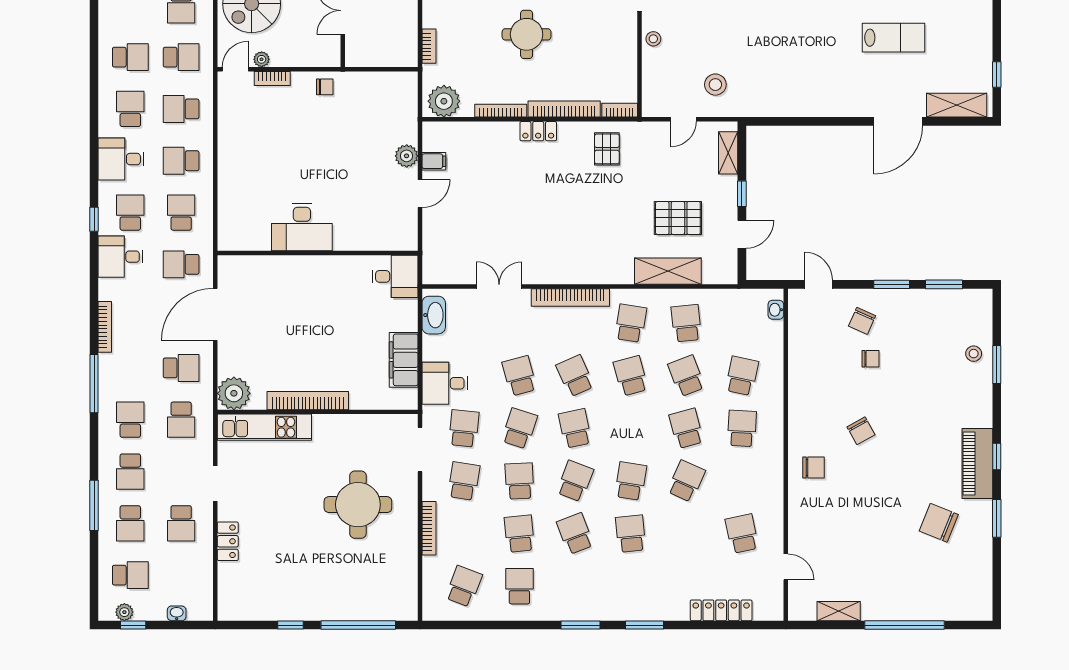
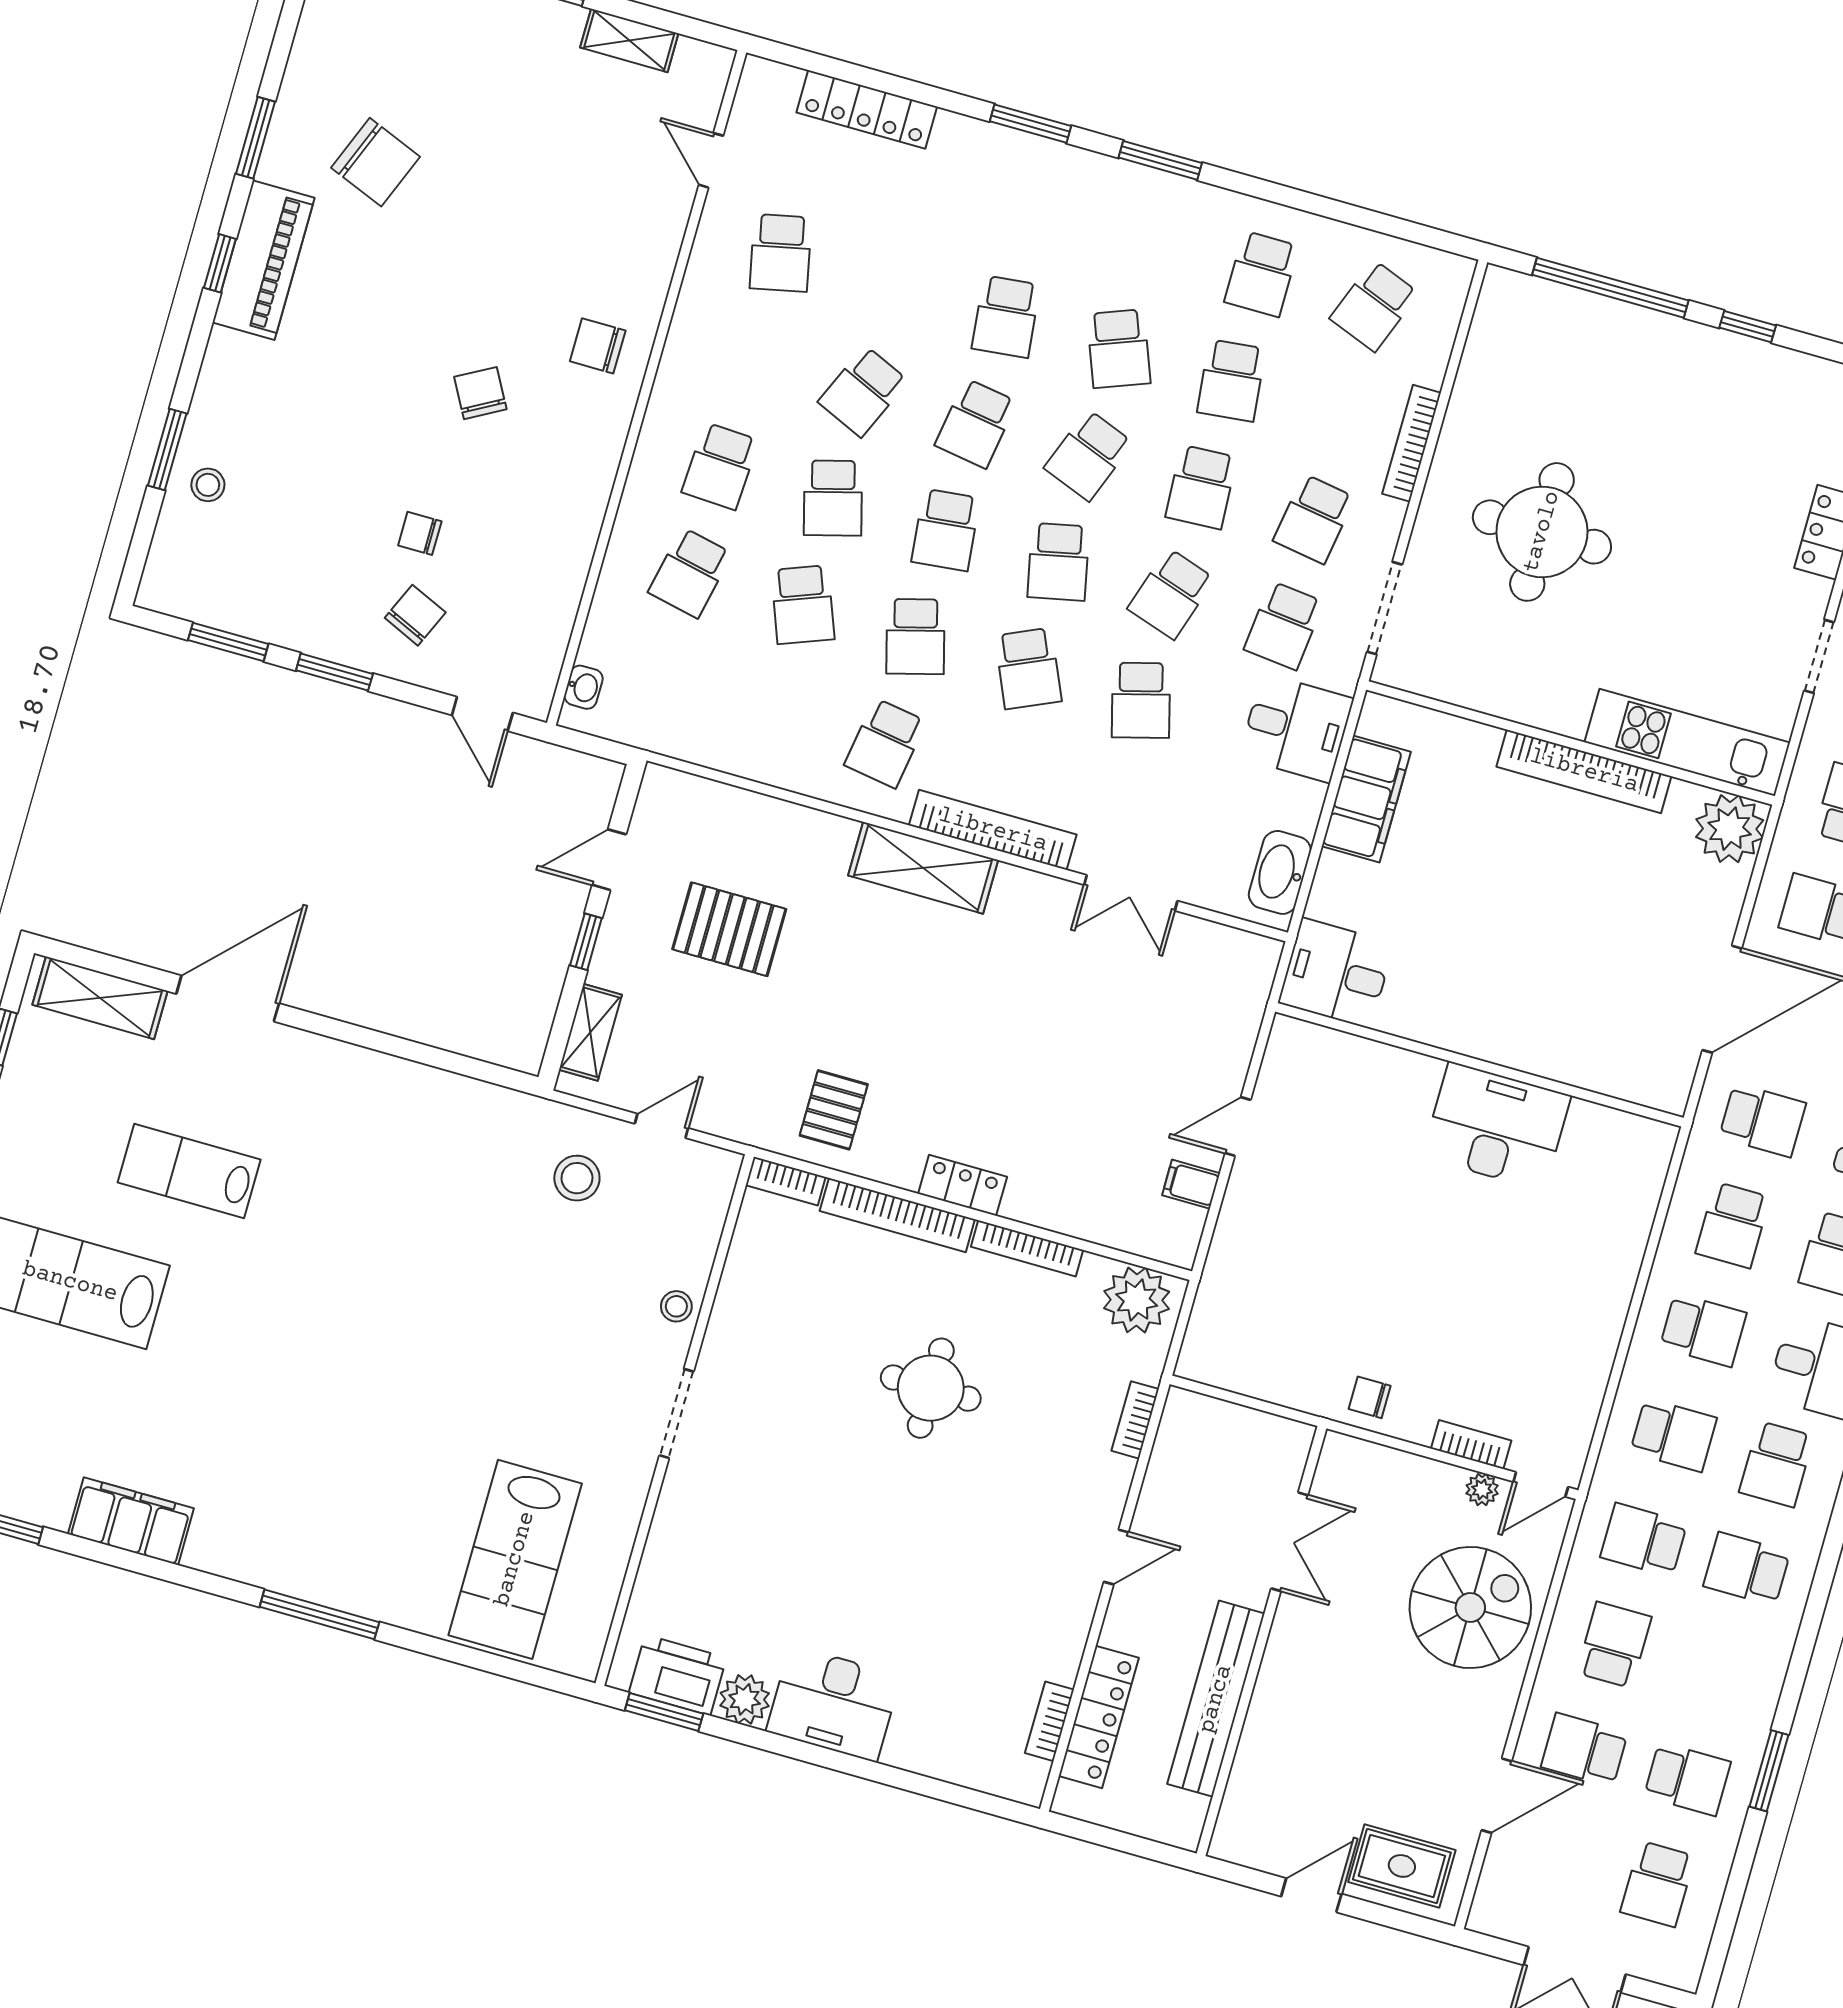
plant: (407, 156) -> (1244, 1211), removed
shelving: (668, 271) -> (923, 868), moved
school desk: (686, 323) -> (946, 530), moved

